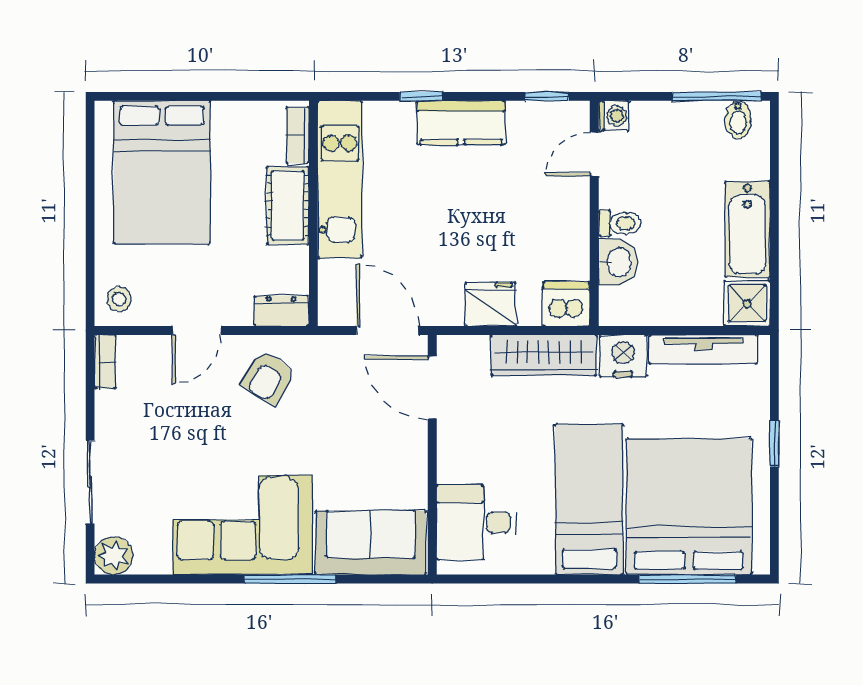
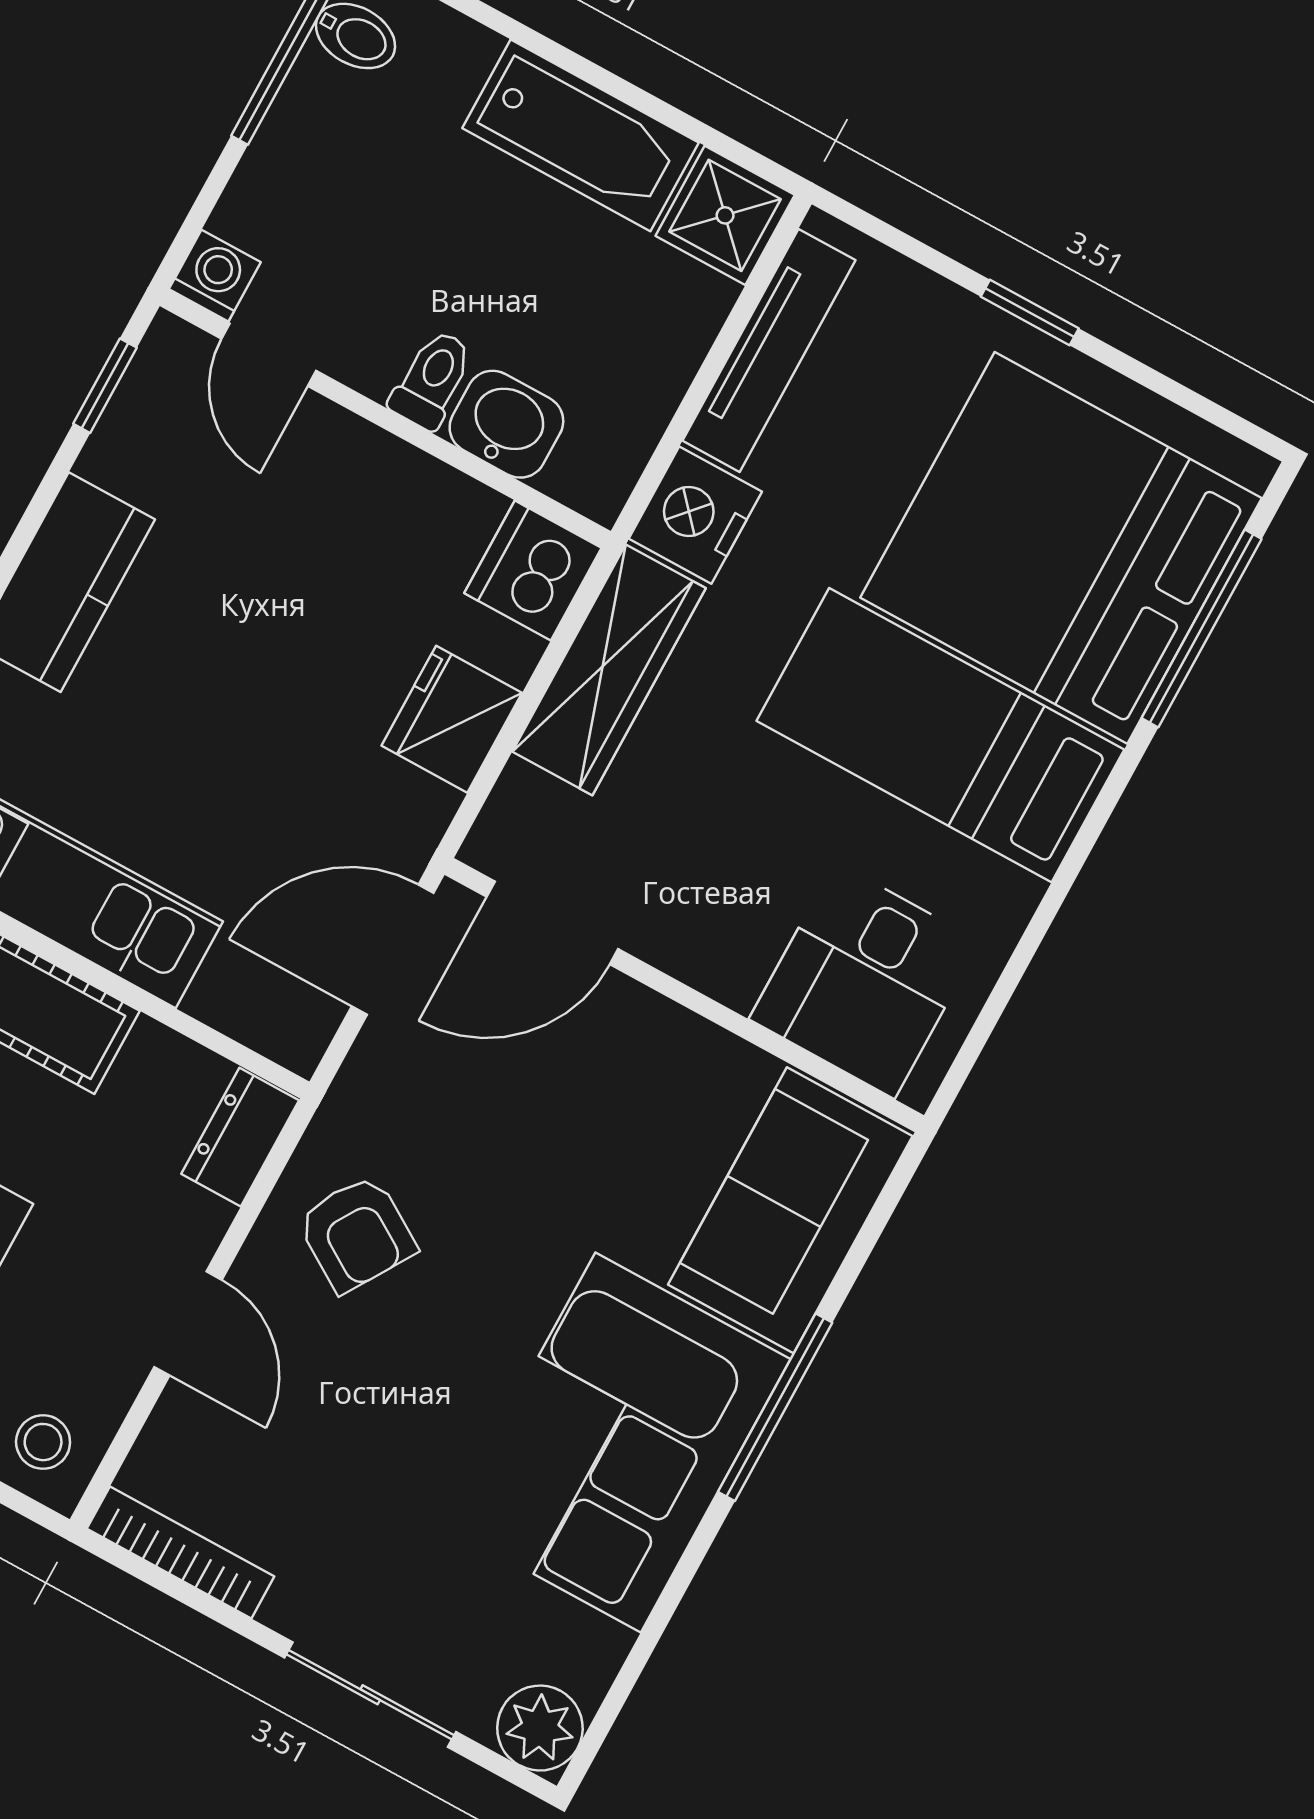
bookcase: (105, 362) -> (181, 1552), width x1.56

